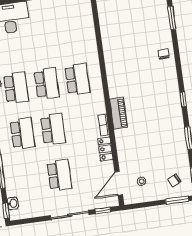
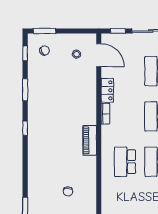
chair: (164, 54) -> (68, 191), moved
piano: (118, 113) -> (90, 140), moved
door: (119, 183) -> (99, 55), hinge flipped

